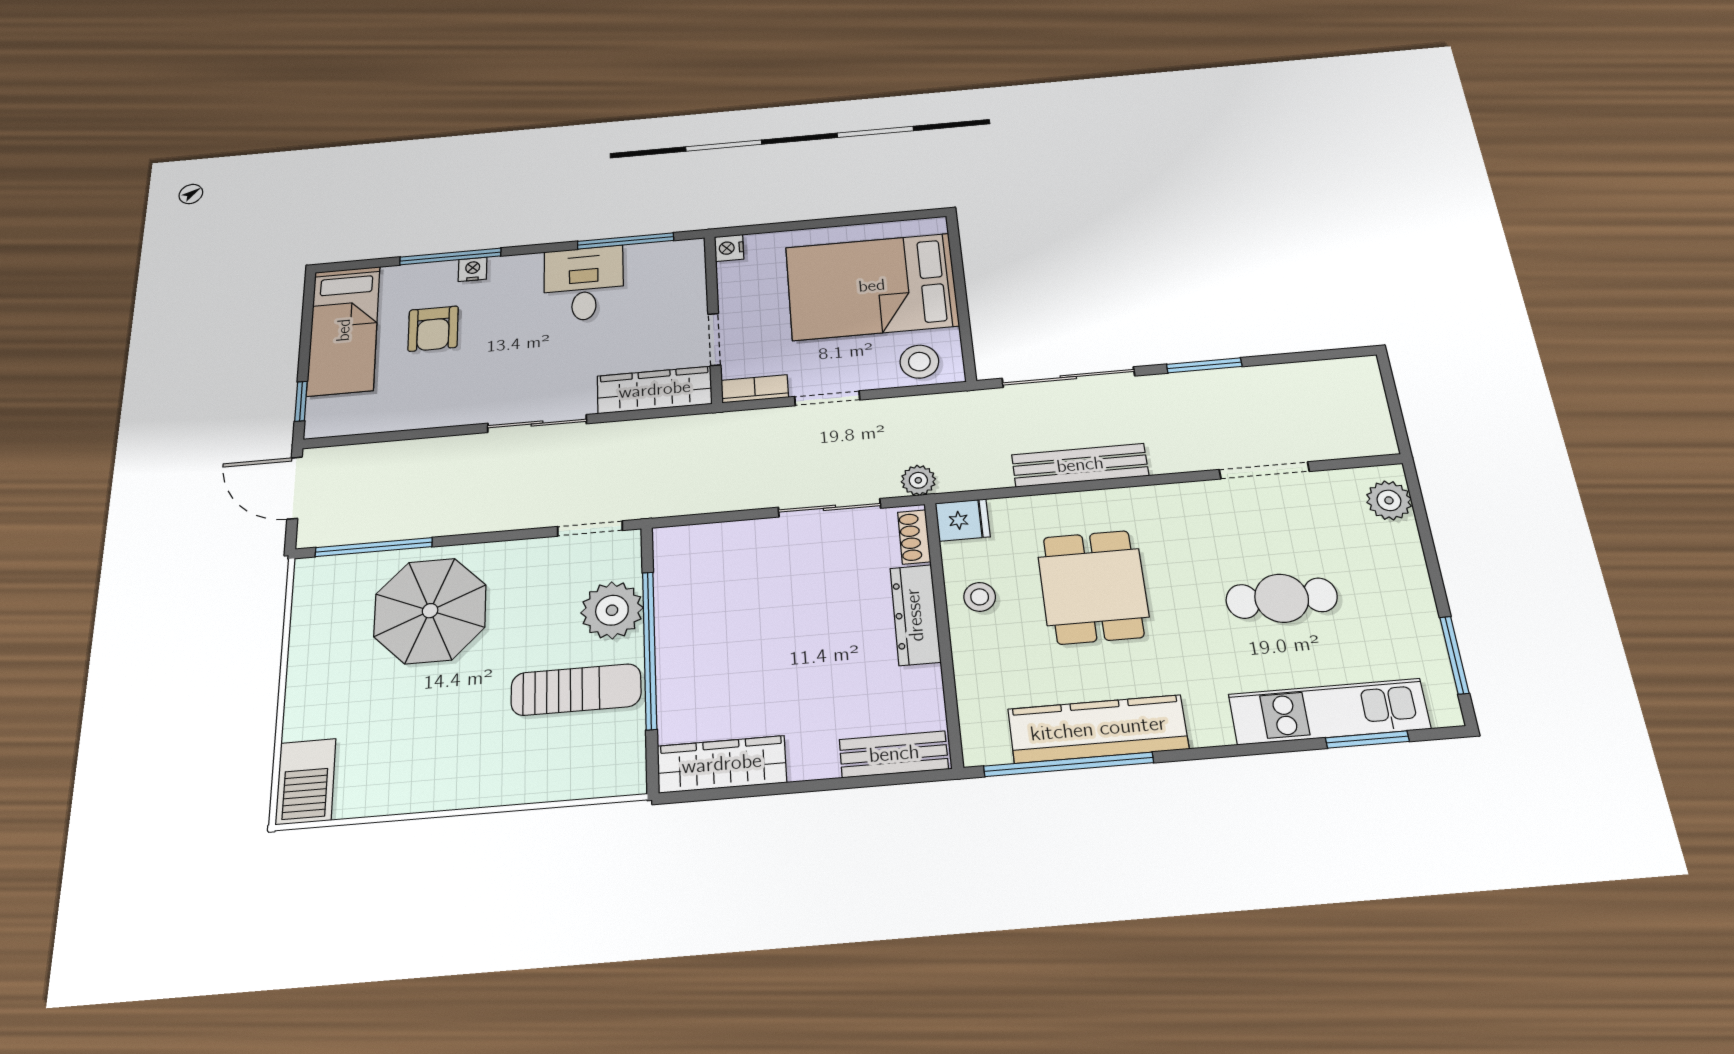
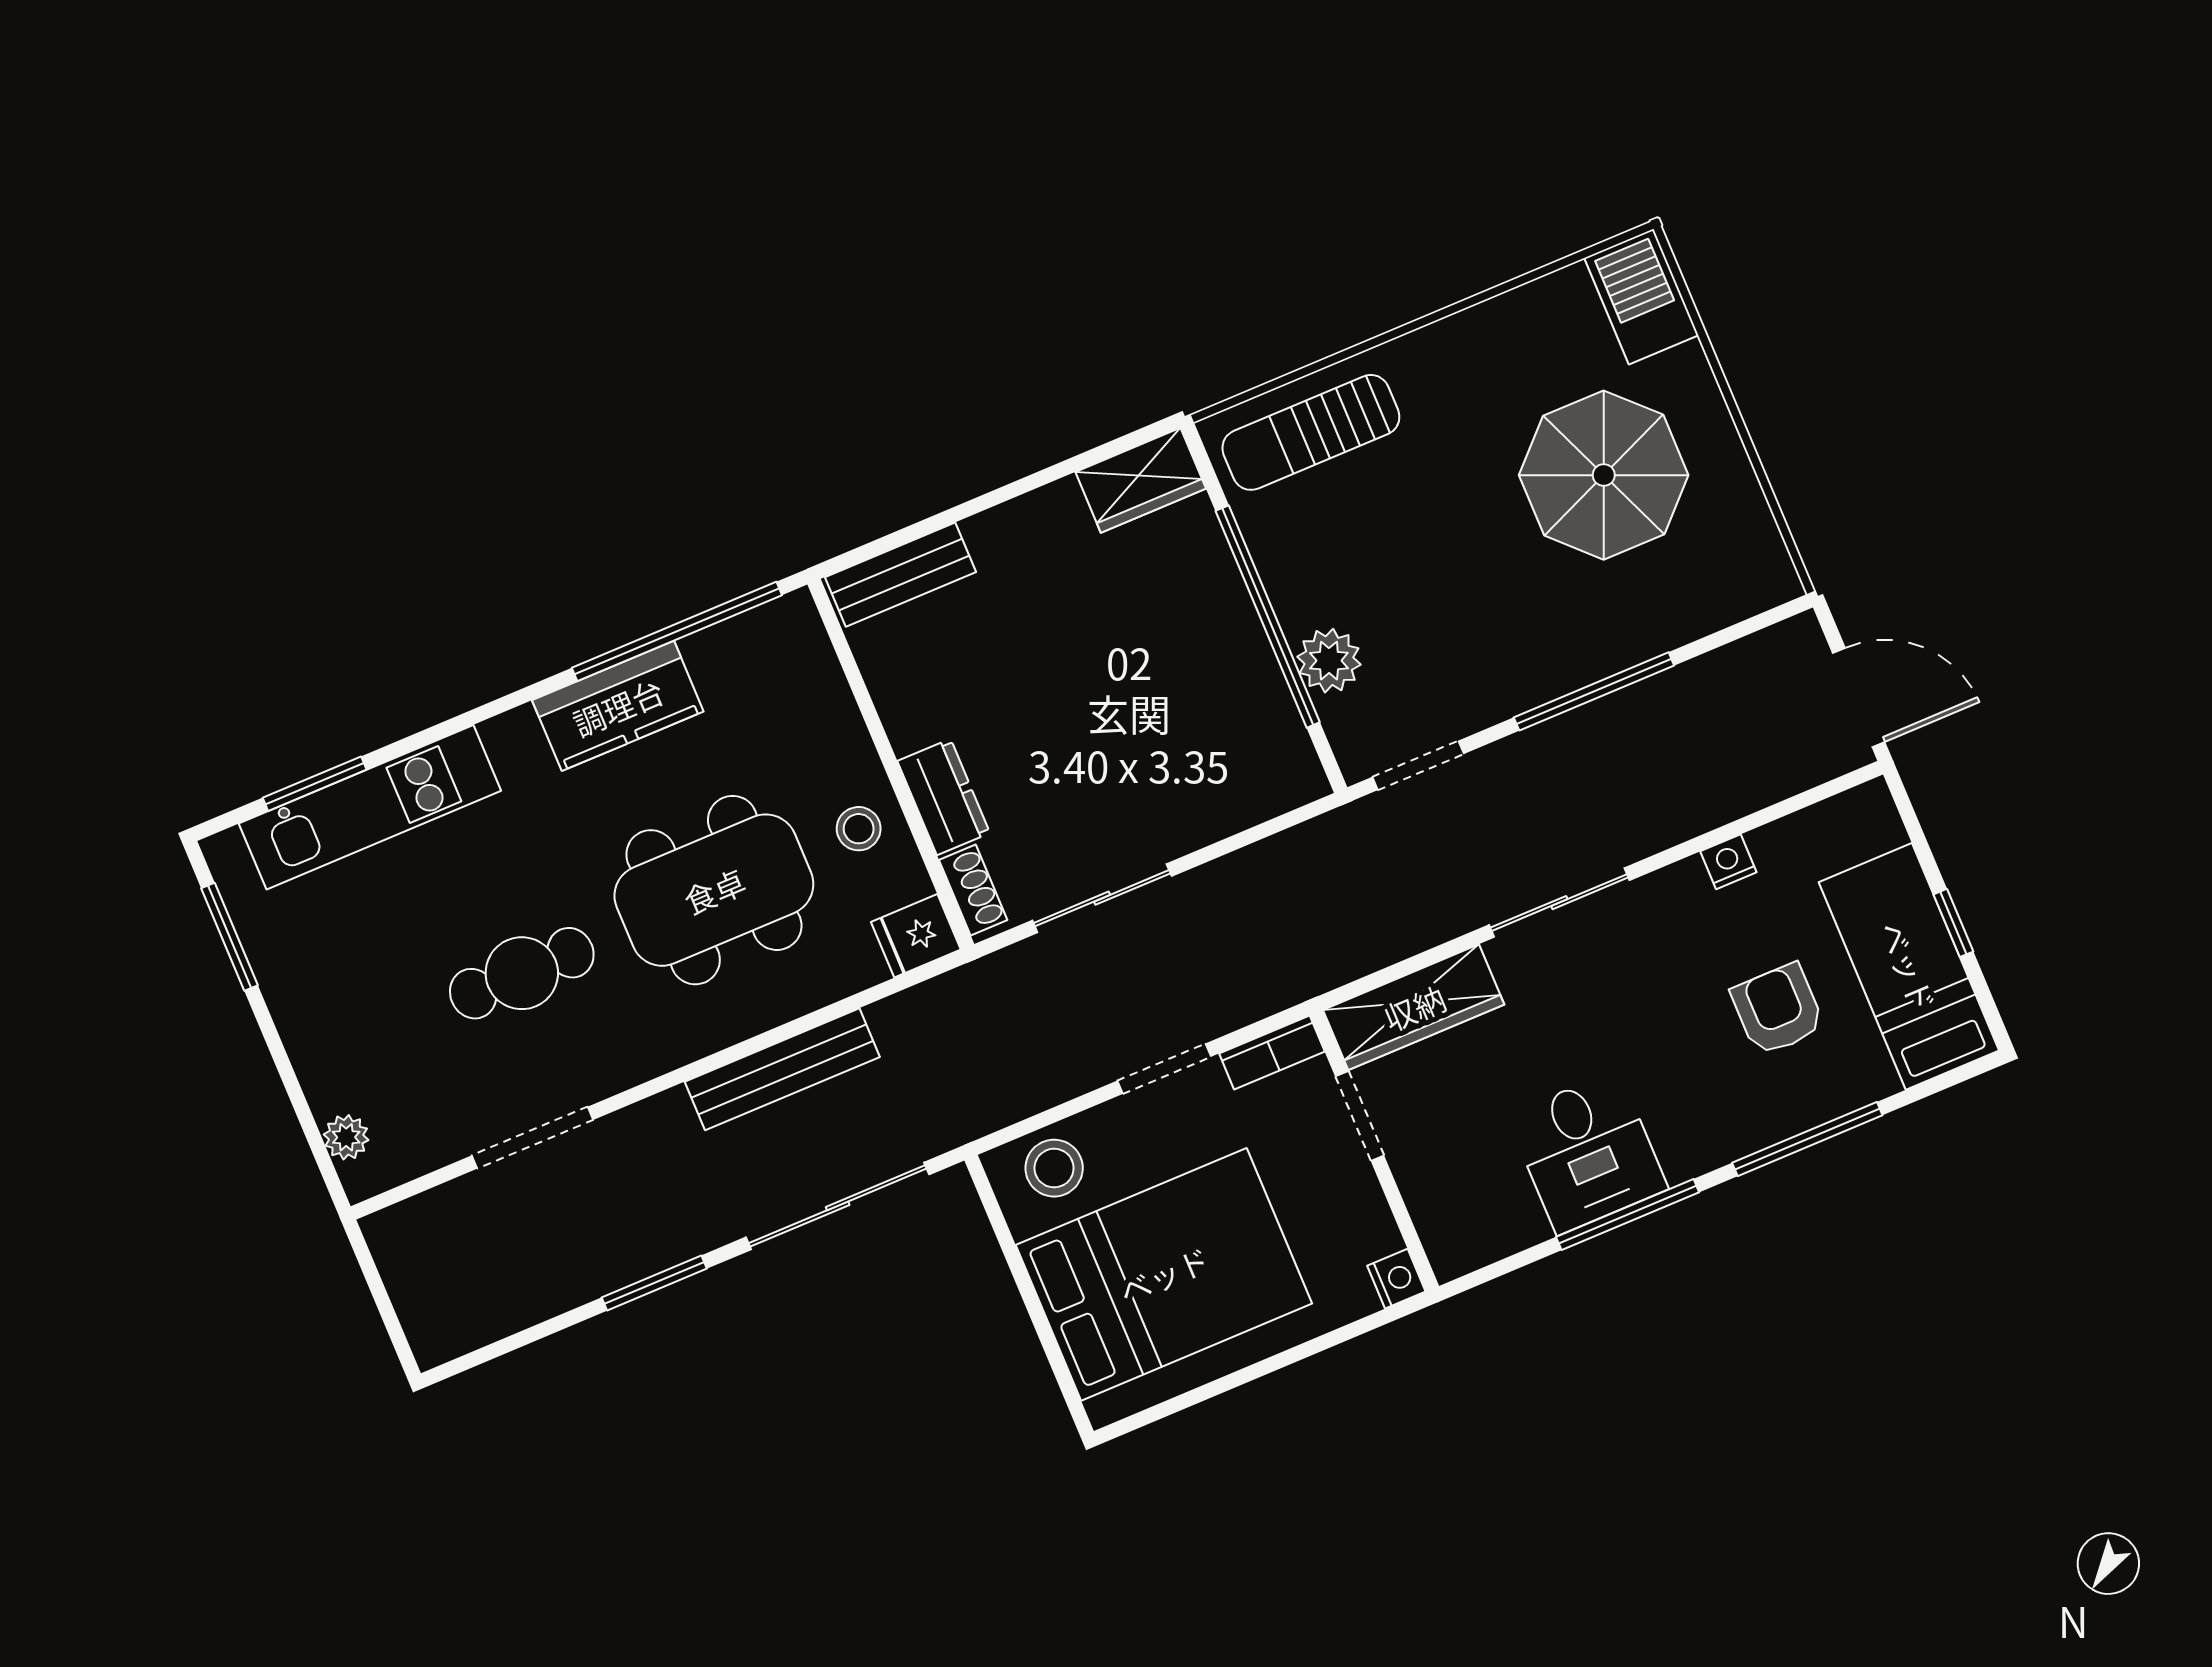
window: (625, 241) -> (1628, 1215), moved
nightstand: (473, 269) -> (1728, 862), moved, turned 180
window: (301, 401) -> (1953, 923), moved
plant: (918, 480) -> (995, 978), removed
plant: (1389, 500) -> (346, 1137), width x0.73, depth x0.73
window: (374, 547) -> (1594, 691), moved
dining table: (1093, 587) -> (714, 890), width x1.38
cafe table: (1282, 598) -> (522, 973), moved
plant: (612, 610) -> (1329, 661), width x0.73, depth x0.73
parasol: (430, 611) -> (1604, 475), moved
dresser: (915, 615) -> (944, 797), width x0.70
sun lounger: (576, 690) -> (1311, 432), moved
kitchen counter: (1098, 729) -> (618, 706), width x0.67
wardrobe: (722, 764) -> (1141, 480), width x0.67

